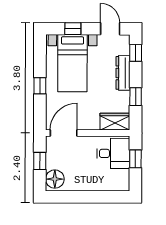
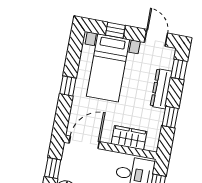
wardrobe: (115, 122) -> (129, 138), moved

